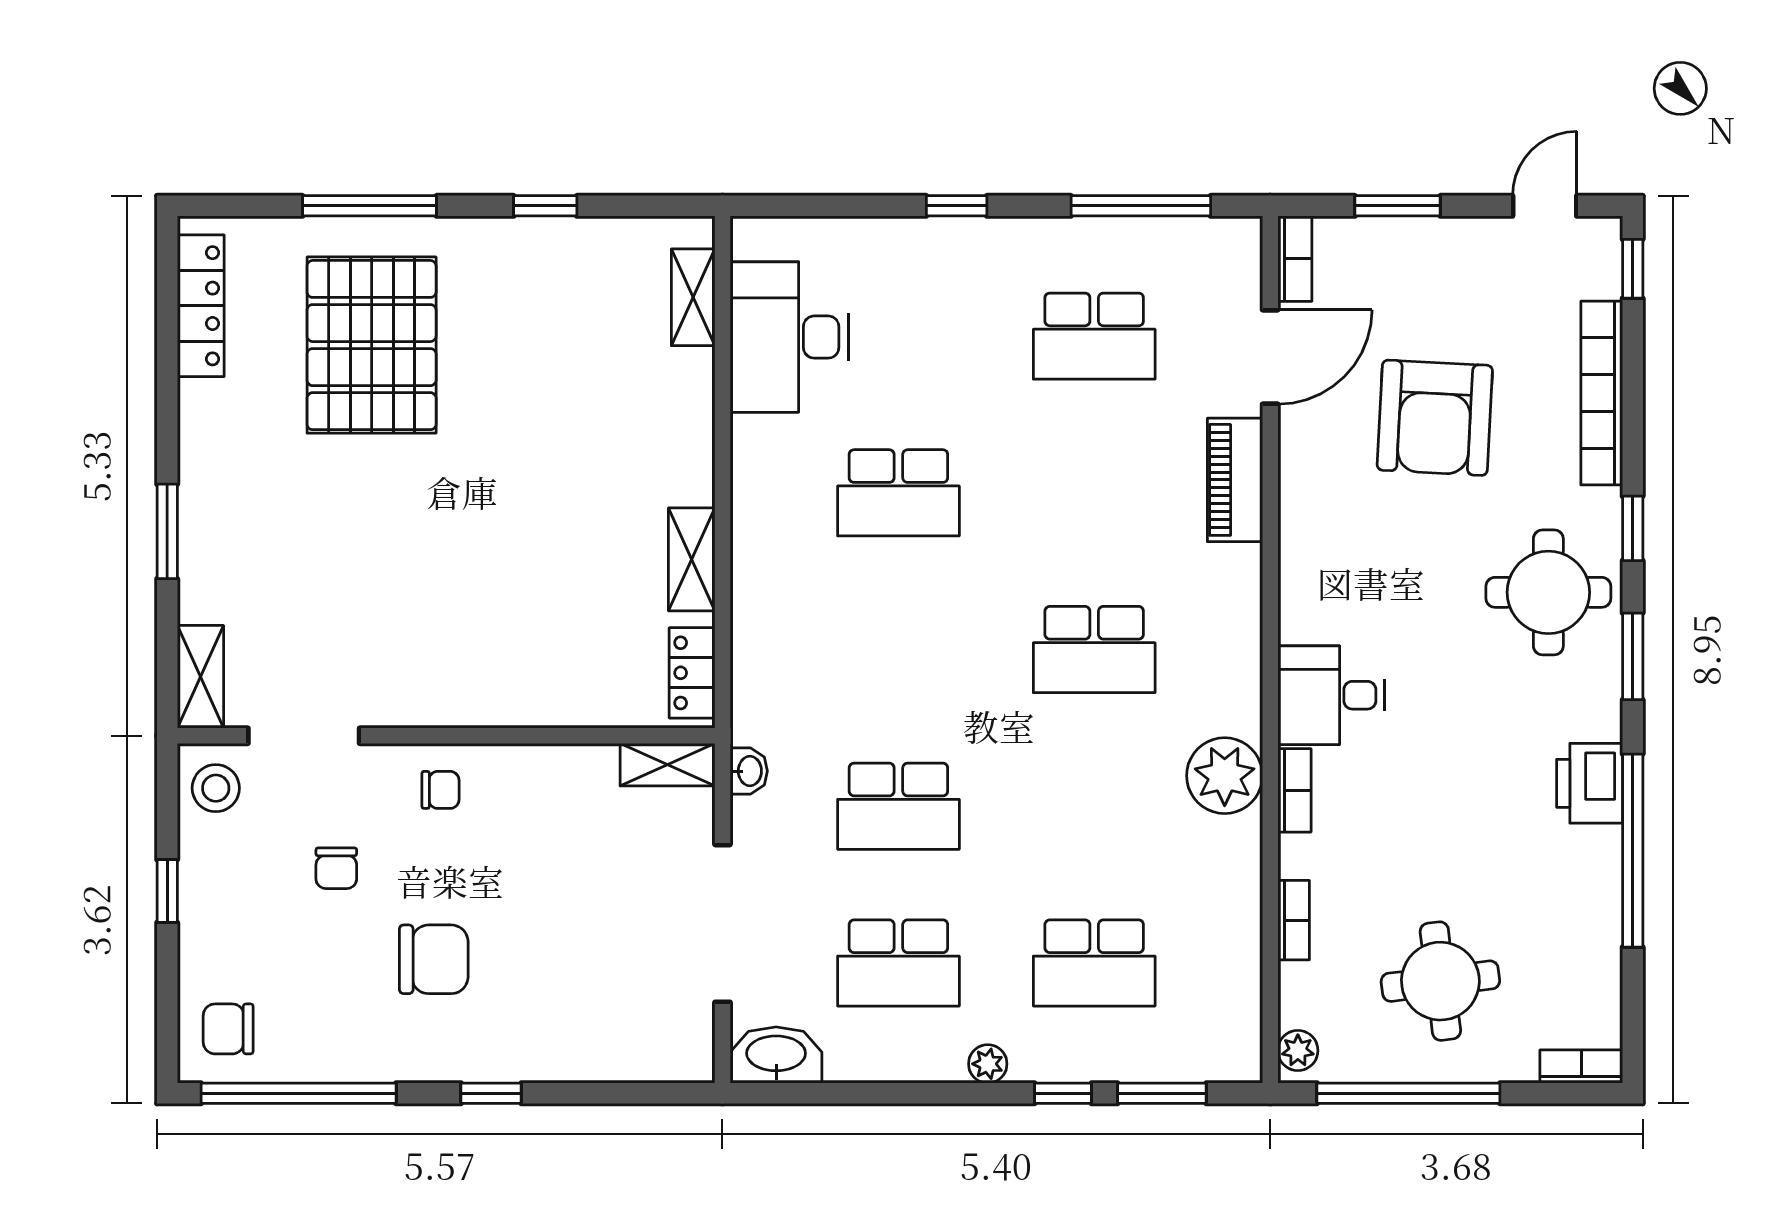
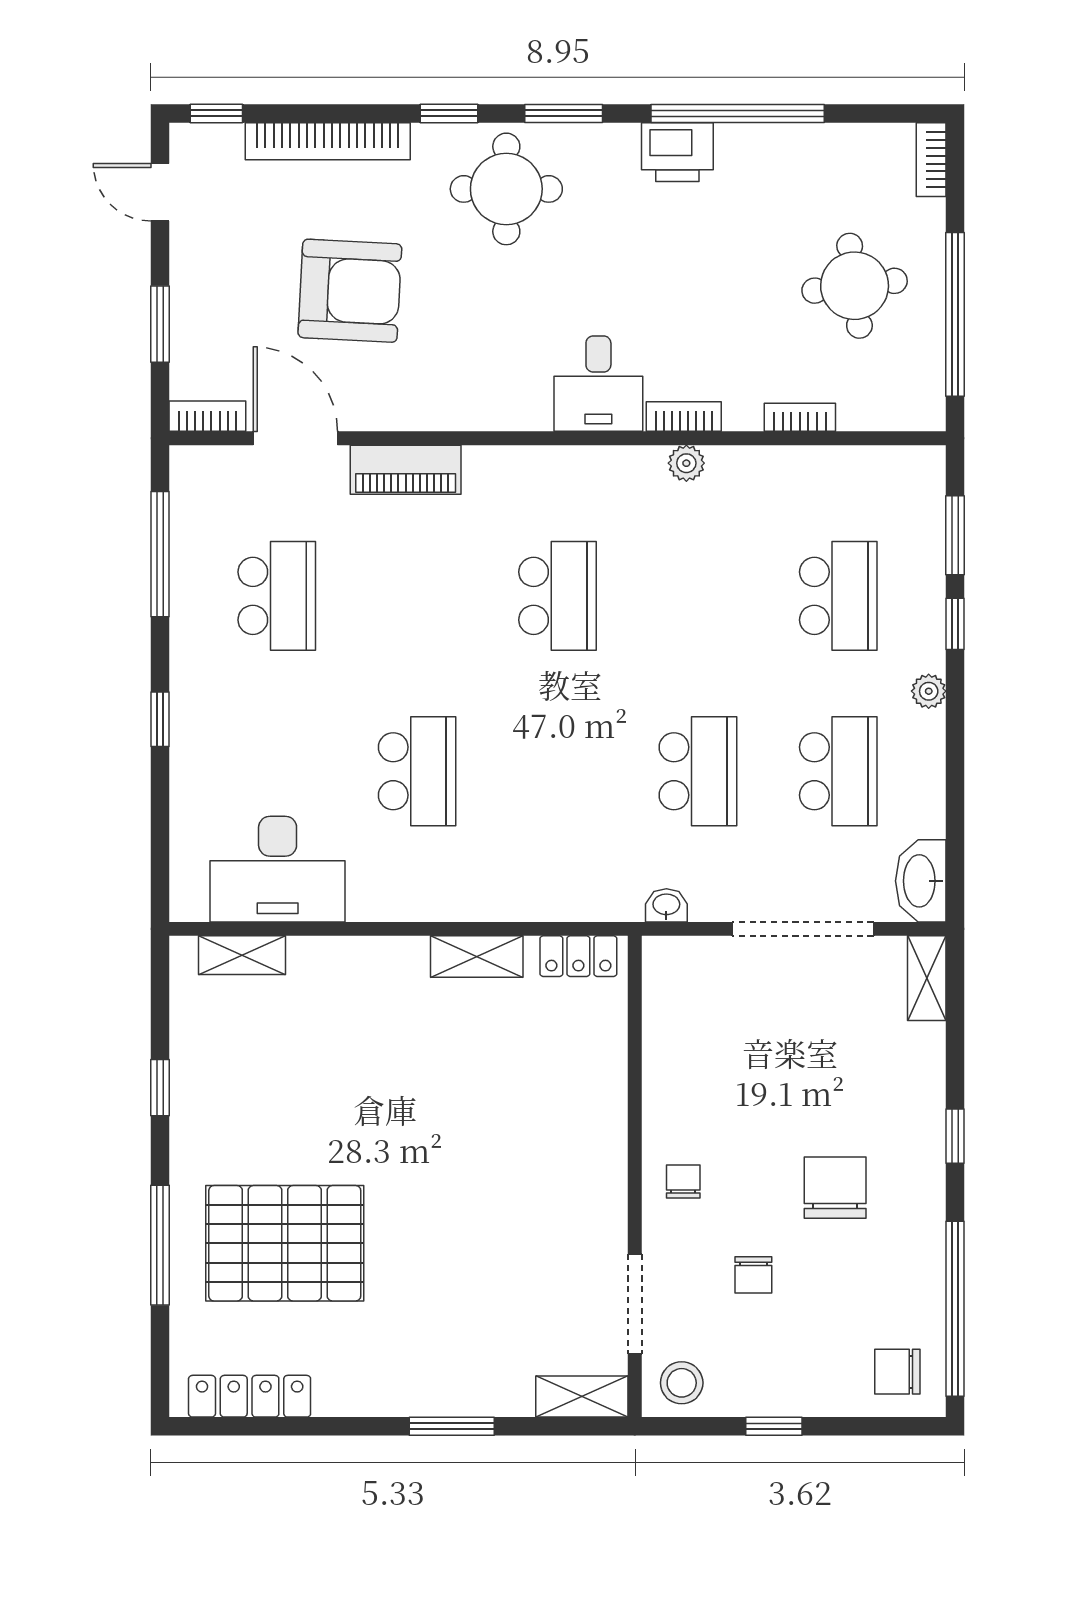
shelving: (667, 765) -> (927, 978), moved
plant: (1225, 776) -> (686, 463), width x0.53, depth x0.53
chair: (336, 868) -> (753, 1275), turned 90
chair: (228, 1029) -> (897, 1372), turned 90
plant: (1298, 1050) -> (917, 413), removed

